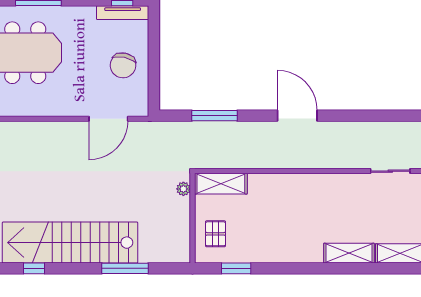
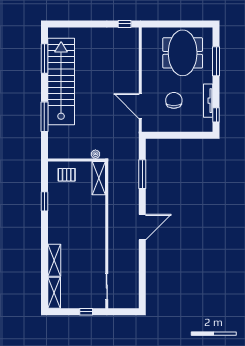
tv unit: (123, 13) -> (208, 101), moved
chair: (123, 65) -> (174, 100), moved, turned 78
window: (34, 268) -> (44, 59), width x2.17
window: (236, 268) -> (44, 201), moved

